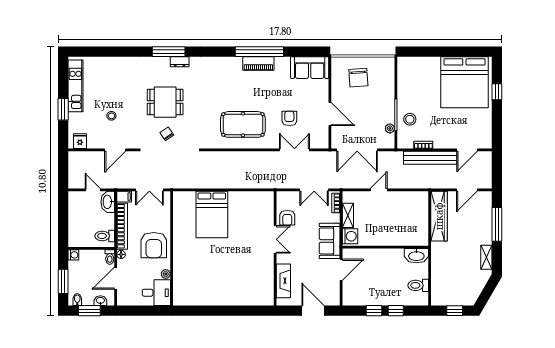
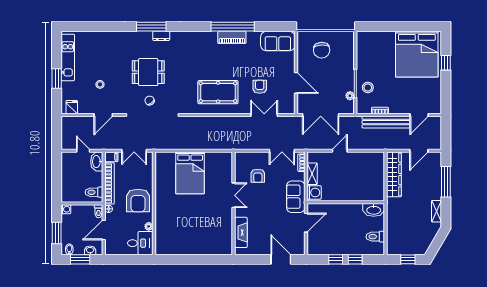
double door: (275, 239) -> (233, 195), moved
wall: (275, 248) -> (233, 203), moved
fireplace: (283, 281) -> (241, 232), moved

